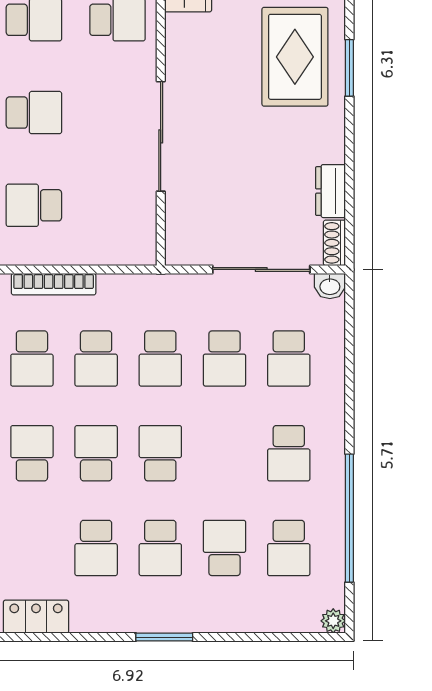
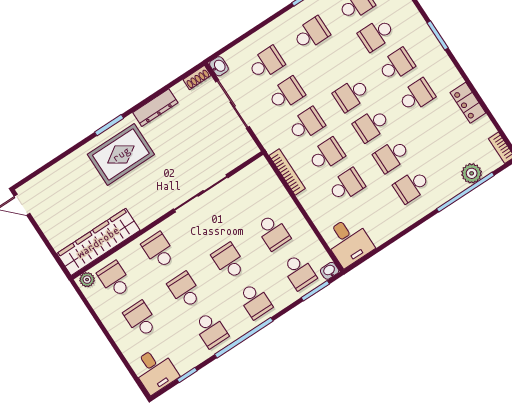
dresser: (331, 191) -> (155, 108), moved, width x1.44
bookcase: (54, 284) -> (287, 172), moved

